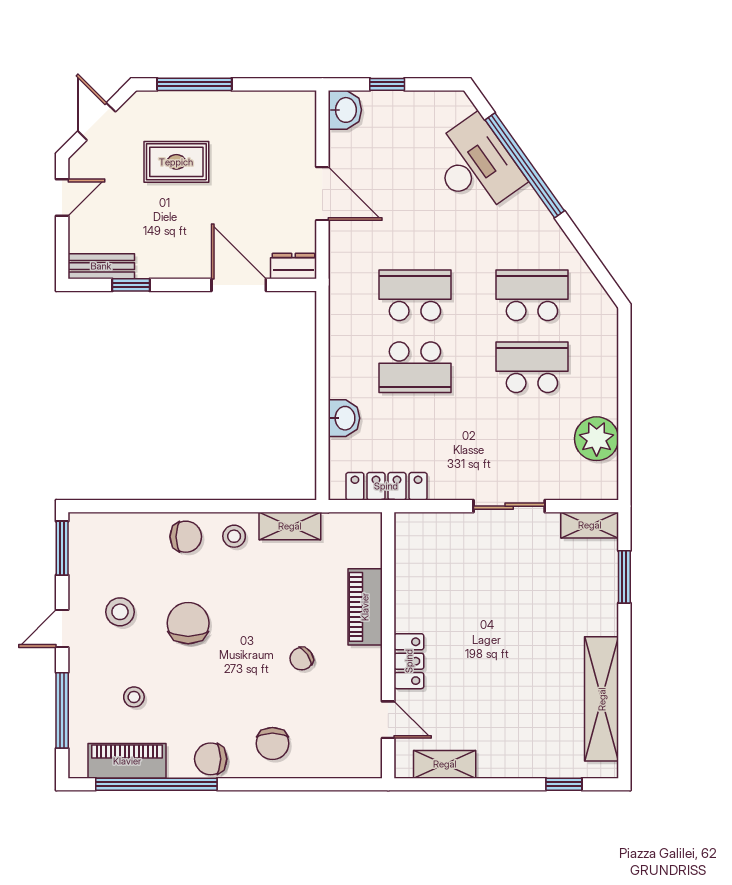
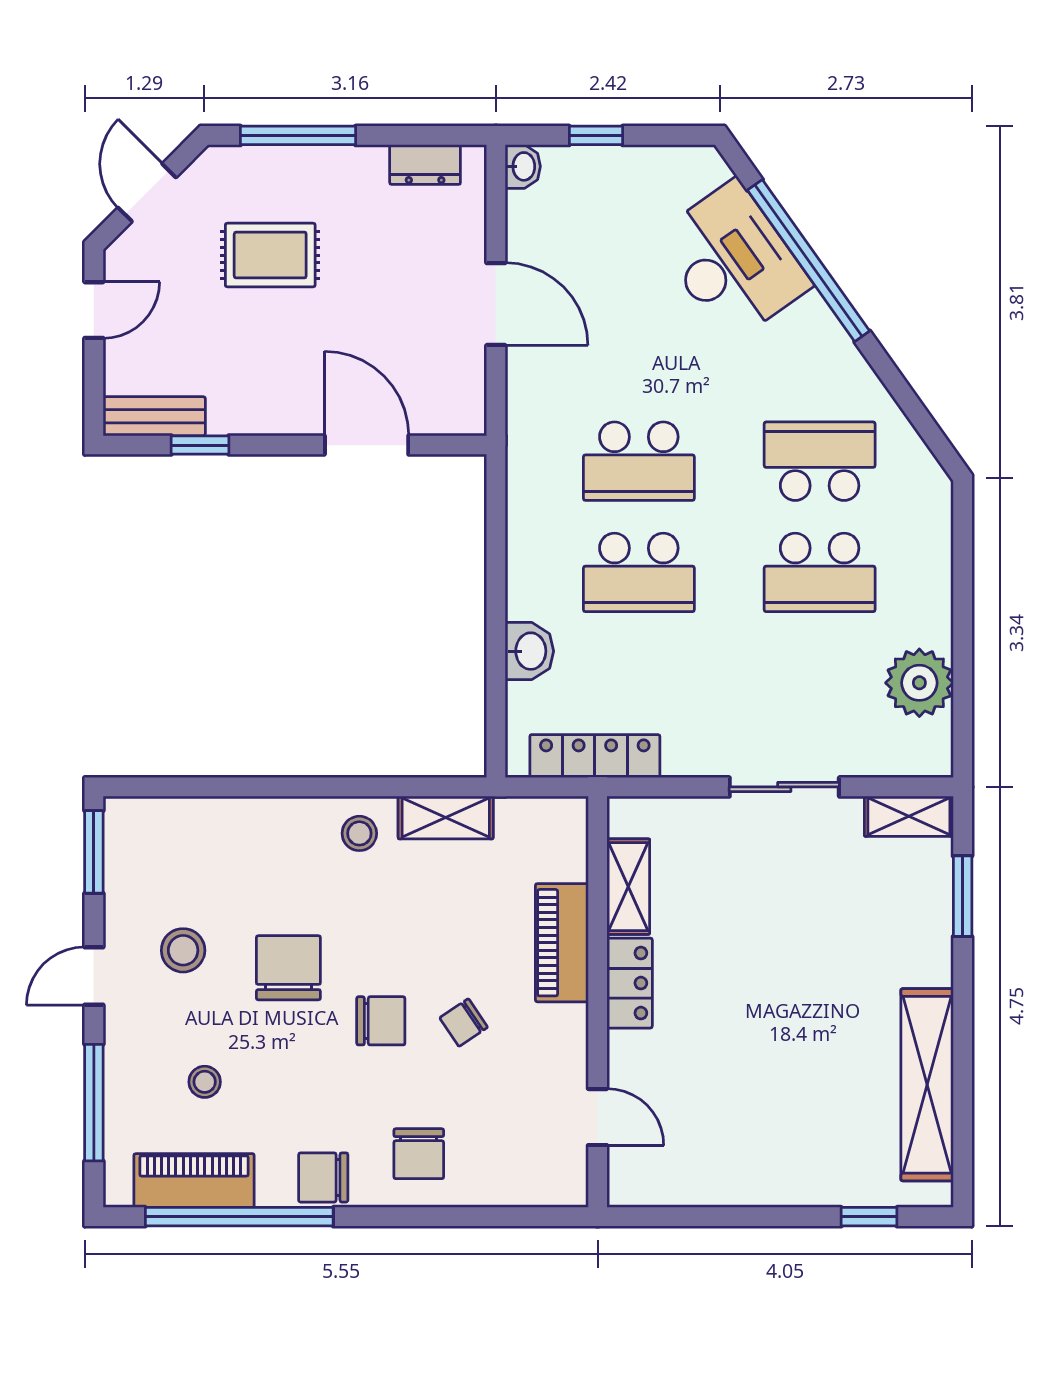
washbasin: (345, 110) -> (523, 166), width x0.72, depth x0.69
dresser: (293, 266) -> (425, 165), moved, turned 180
school desk: (415, 295) -> (639, 461), turned 180
school desk: (532, 367) -> (820, 572), turned 180
chair: (186, 537) -> (381, 1021), moved
locker: (409, 661) -> (630, 983), moved
shelving: (445, 764) -> (628, 887), moved, turned 90

